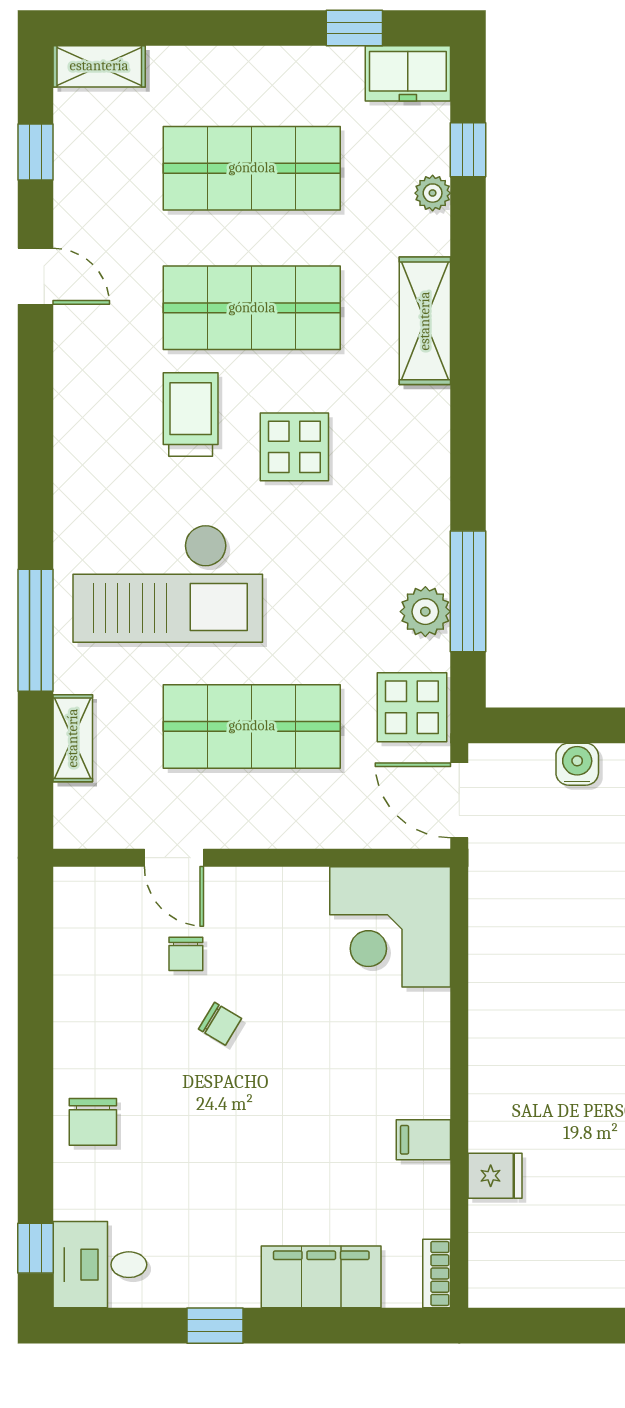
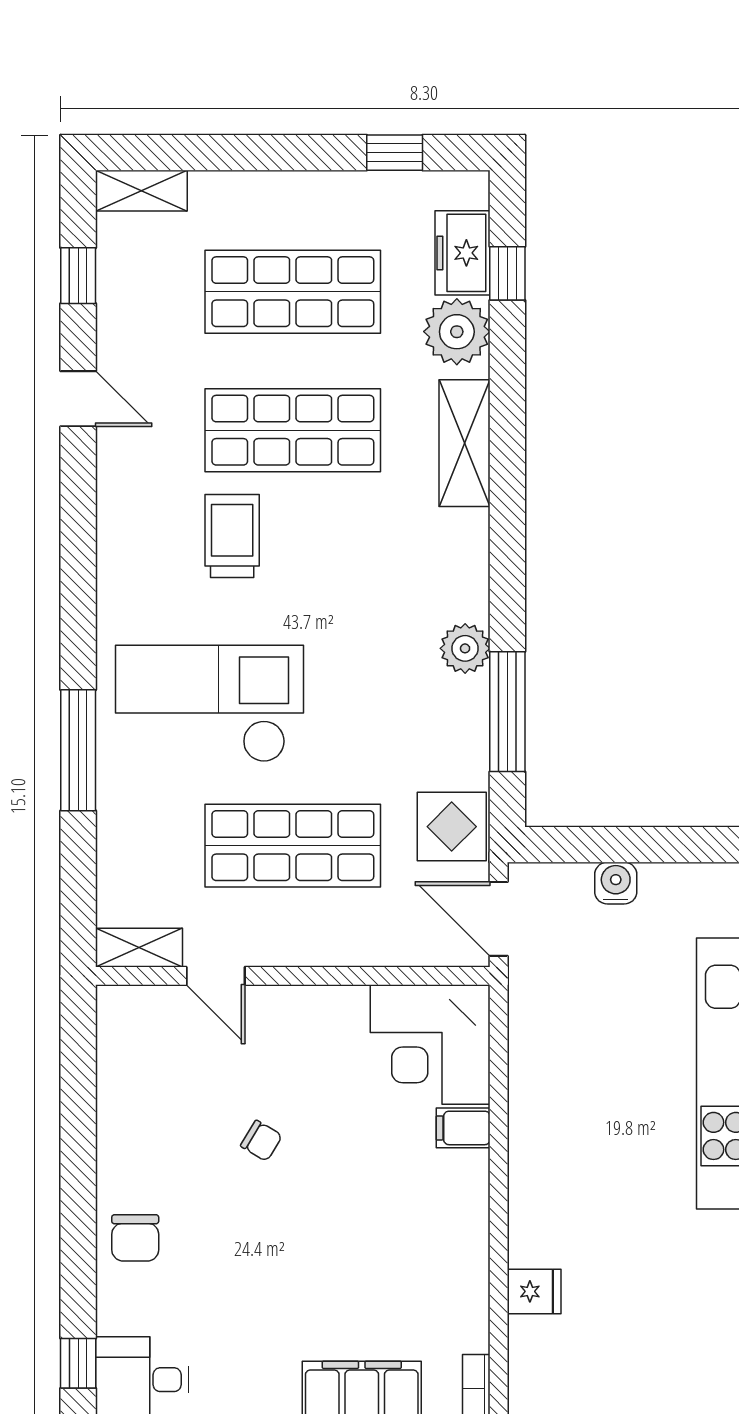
freezer: (408, 73) -> (462, 253), moved, turned 90
plant: (433, 193) -> (457, 332), width x1.88, depth x1.88
display table: (294, 447) -> (335, 568), removed
checkout: (168, 583) -> (209, 704), turned 180
plant: (425, 612) -> (465, 648), moved
shelving: (73, 738) -> (139, 948), moved, turned 90
chair: (186, 954) -> (227, 1071), removed
filing cabinet: (423, 1140) -> (463, 1128), moved

